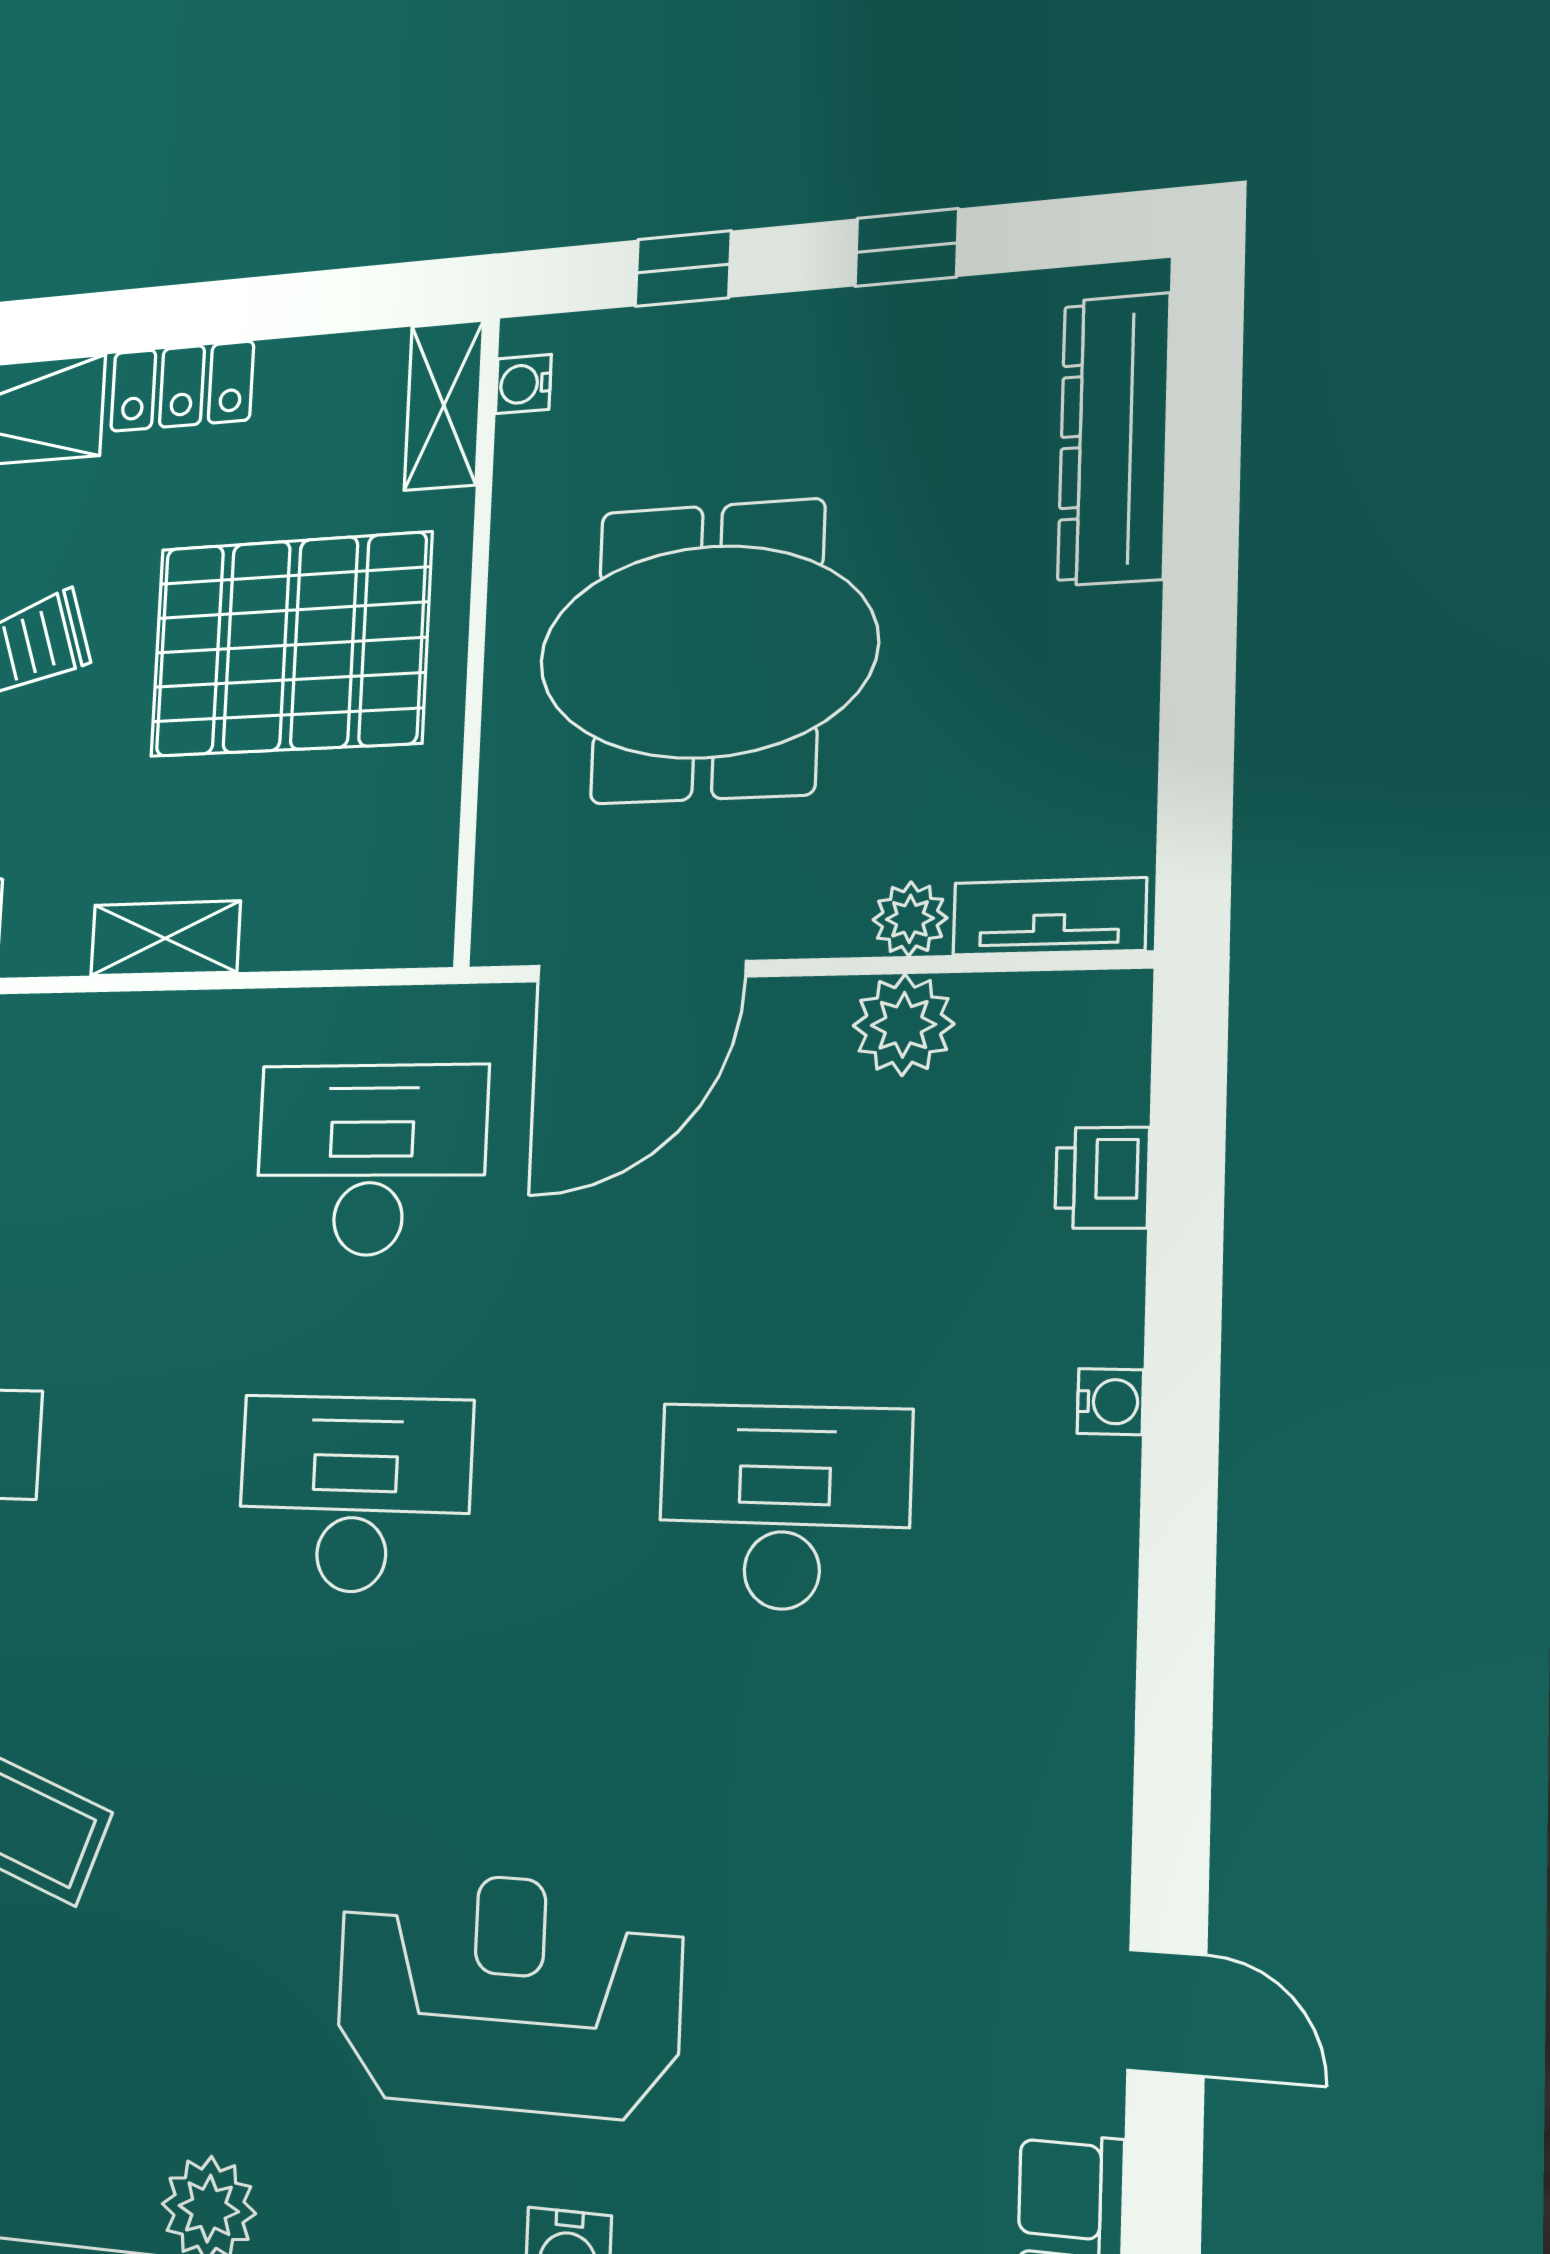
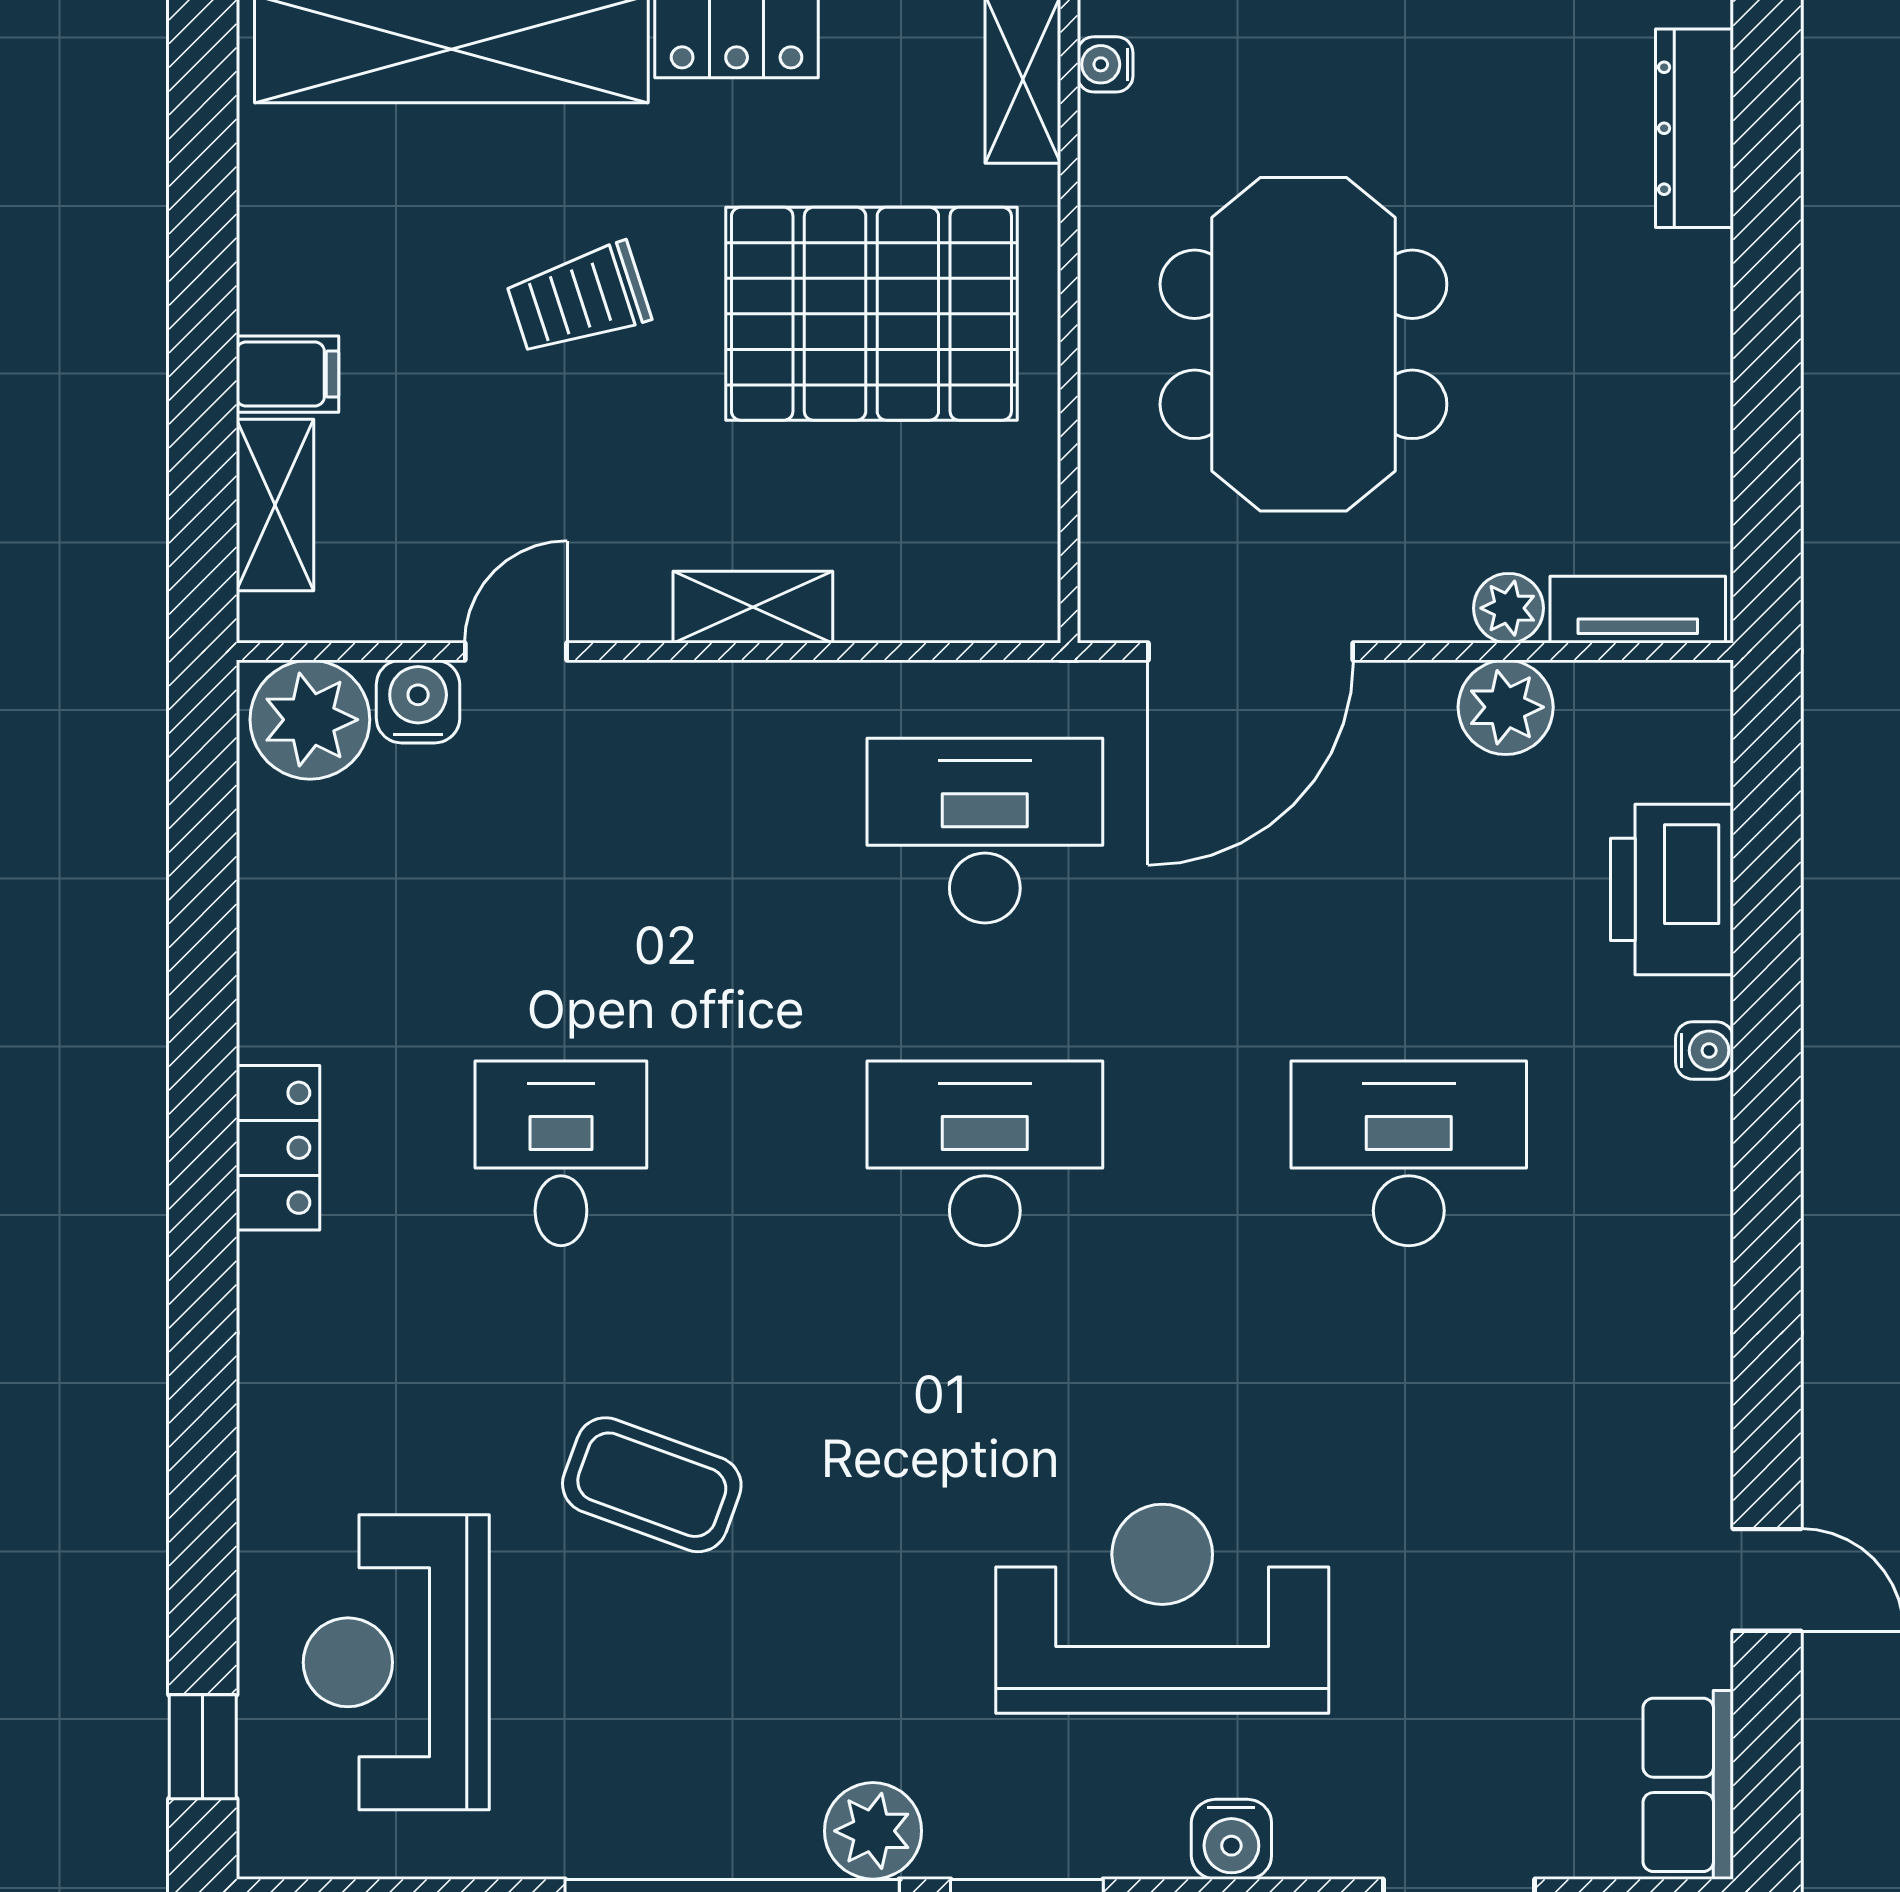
dresser: (1114, 439) -> (1694, 128), width x0.73, depth x0.80
meeting table: (707, 652) -> (1303, 344), turned 90
printer: (1102, 1178) -> (1672, 889), width x1.87, depth x1.48

